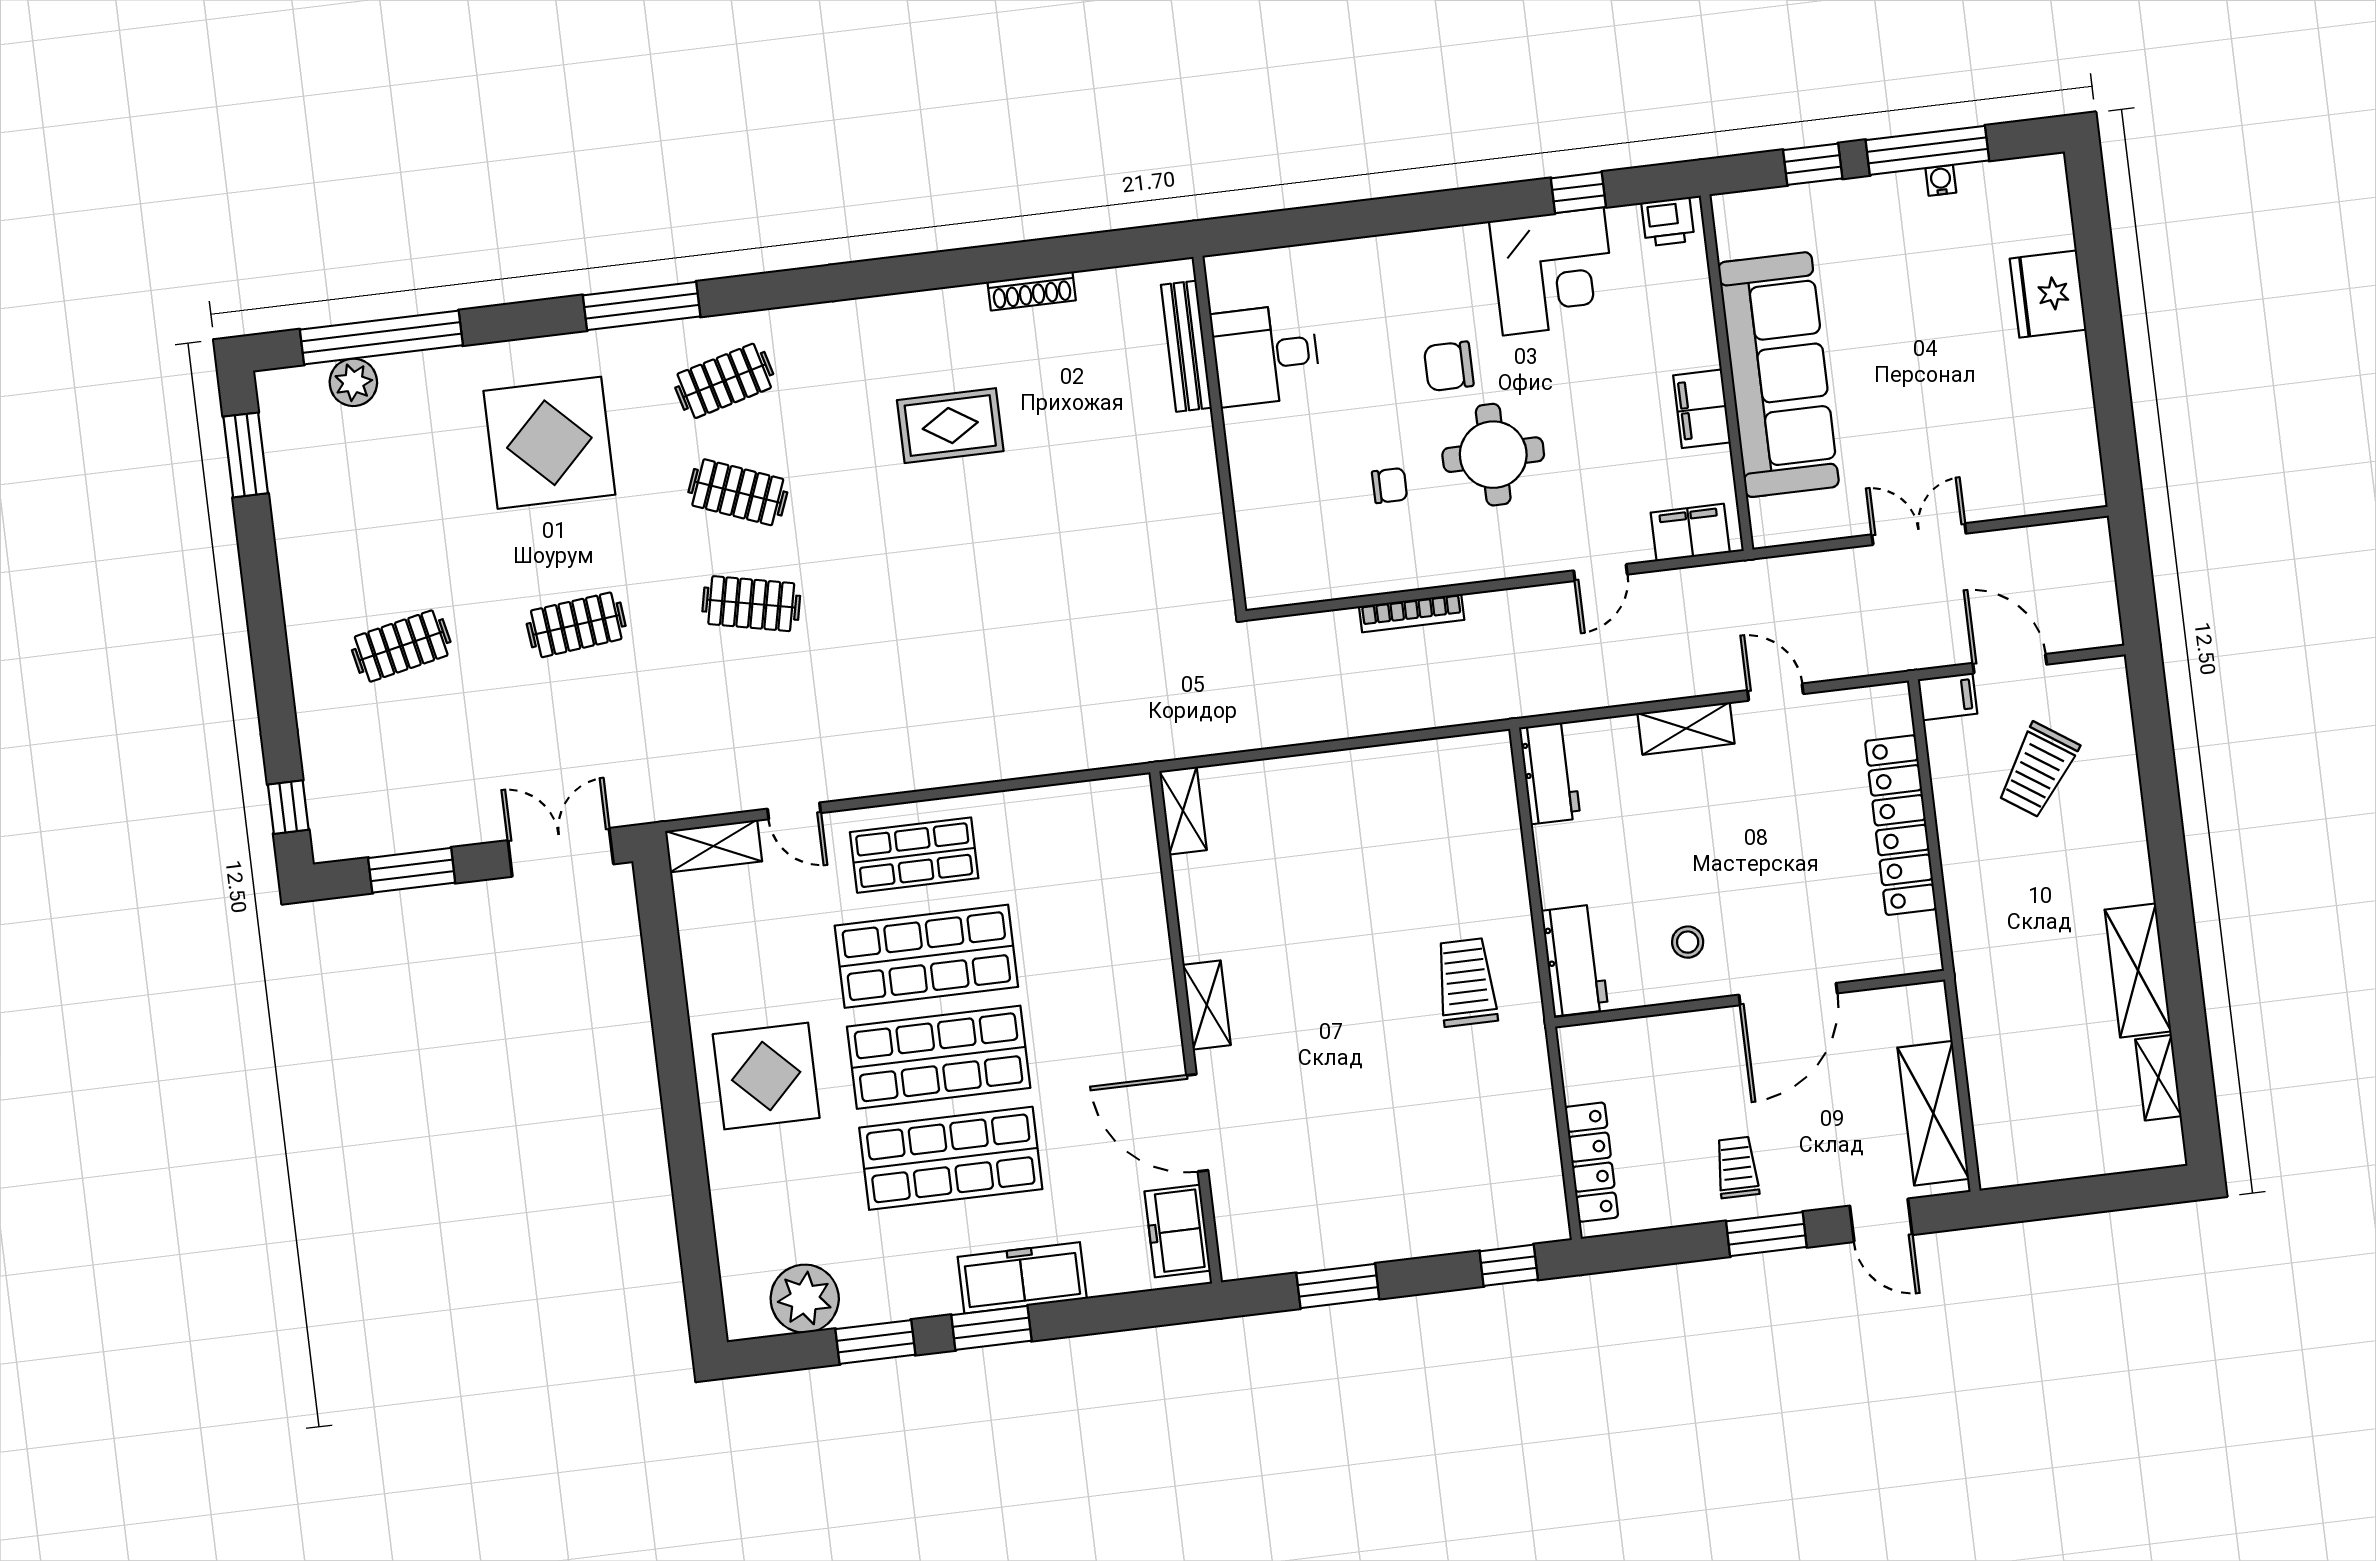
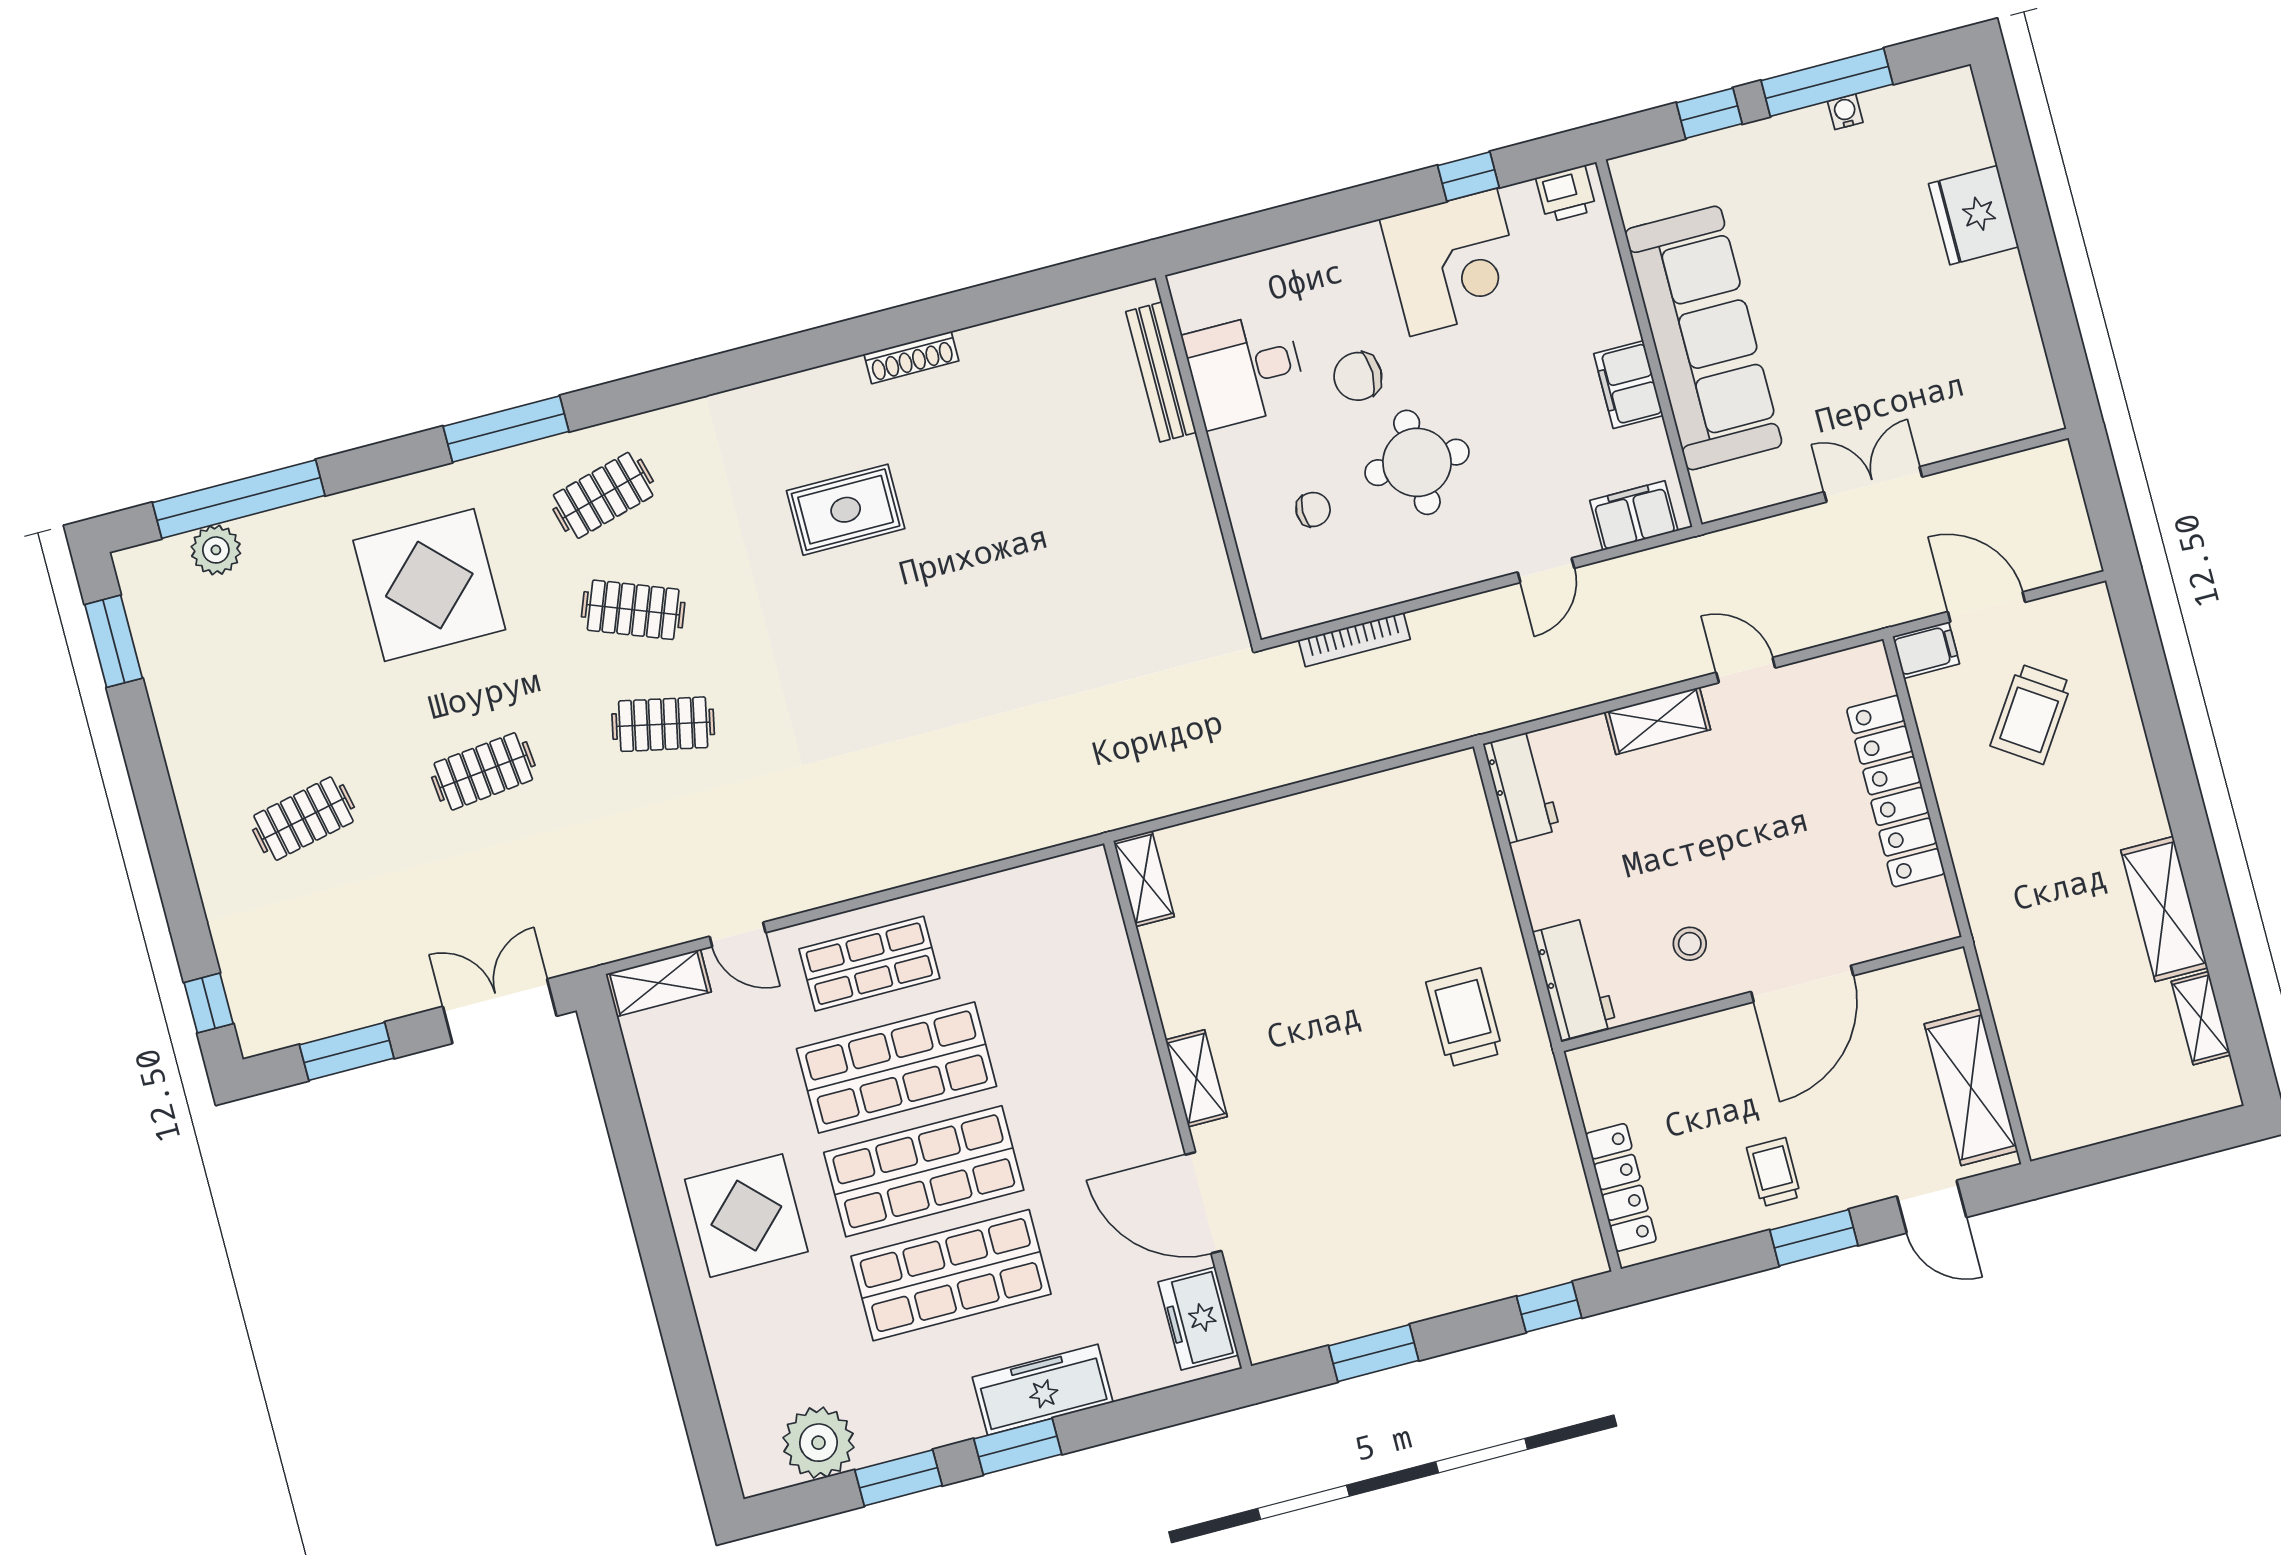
bench: (1186, 346) -> (1161, 372), moved
desk: (1266, 355) -> (1245, 370), moved
wall: (1219, 434) -> (1208, 459), moved

